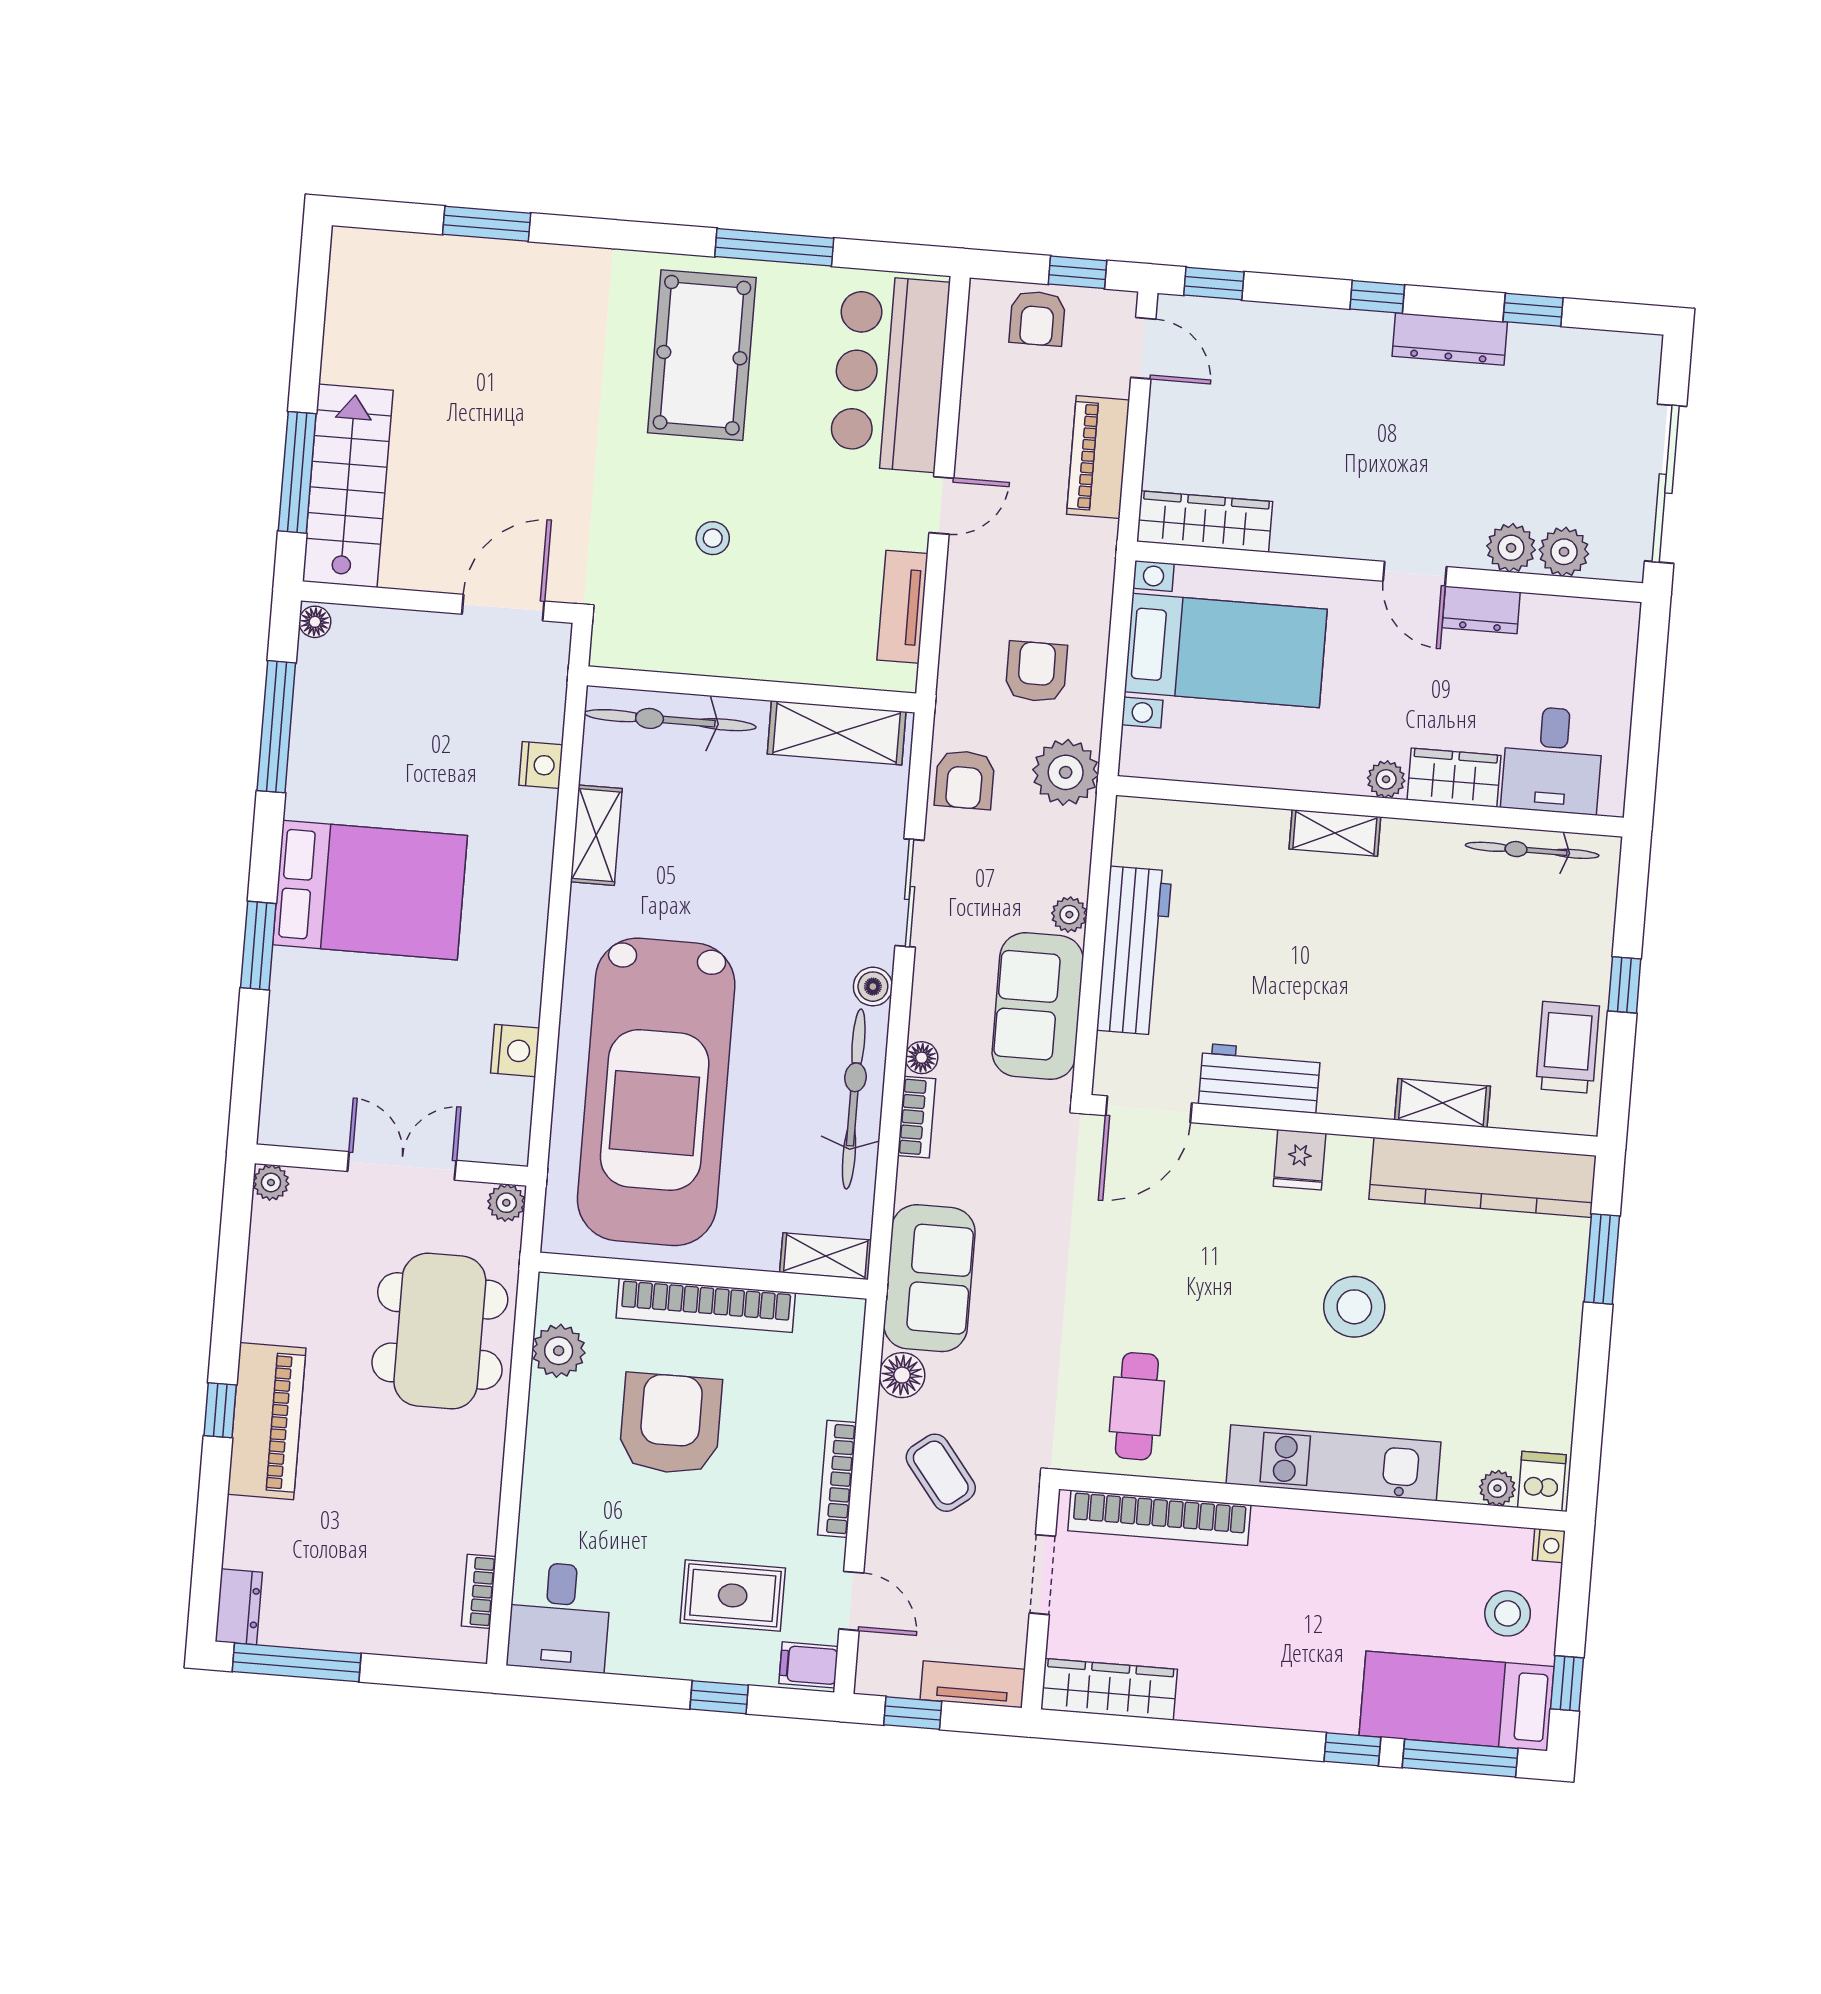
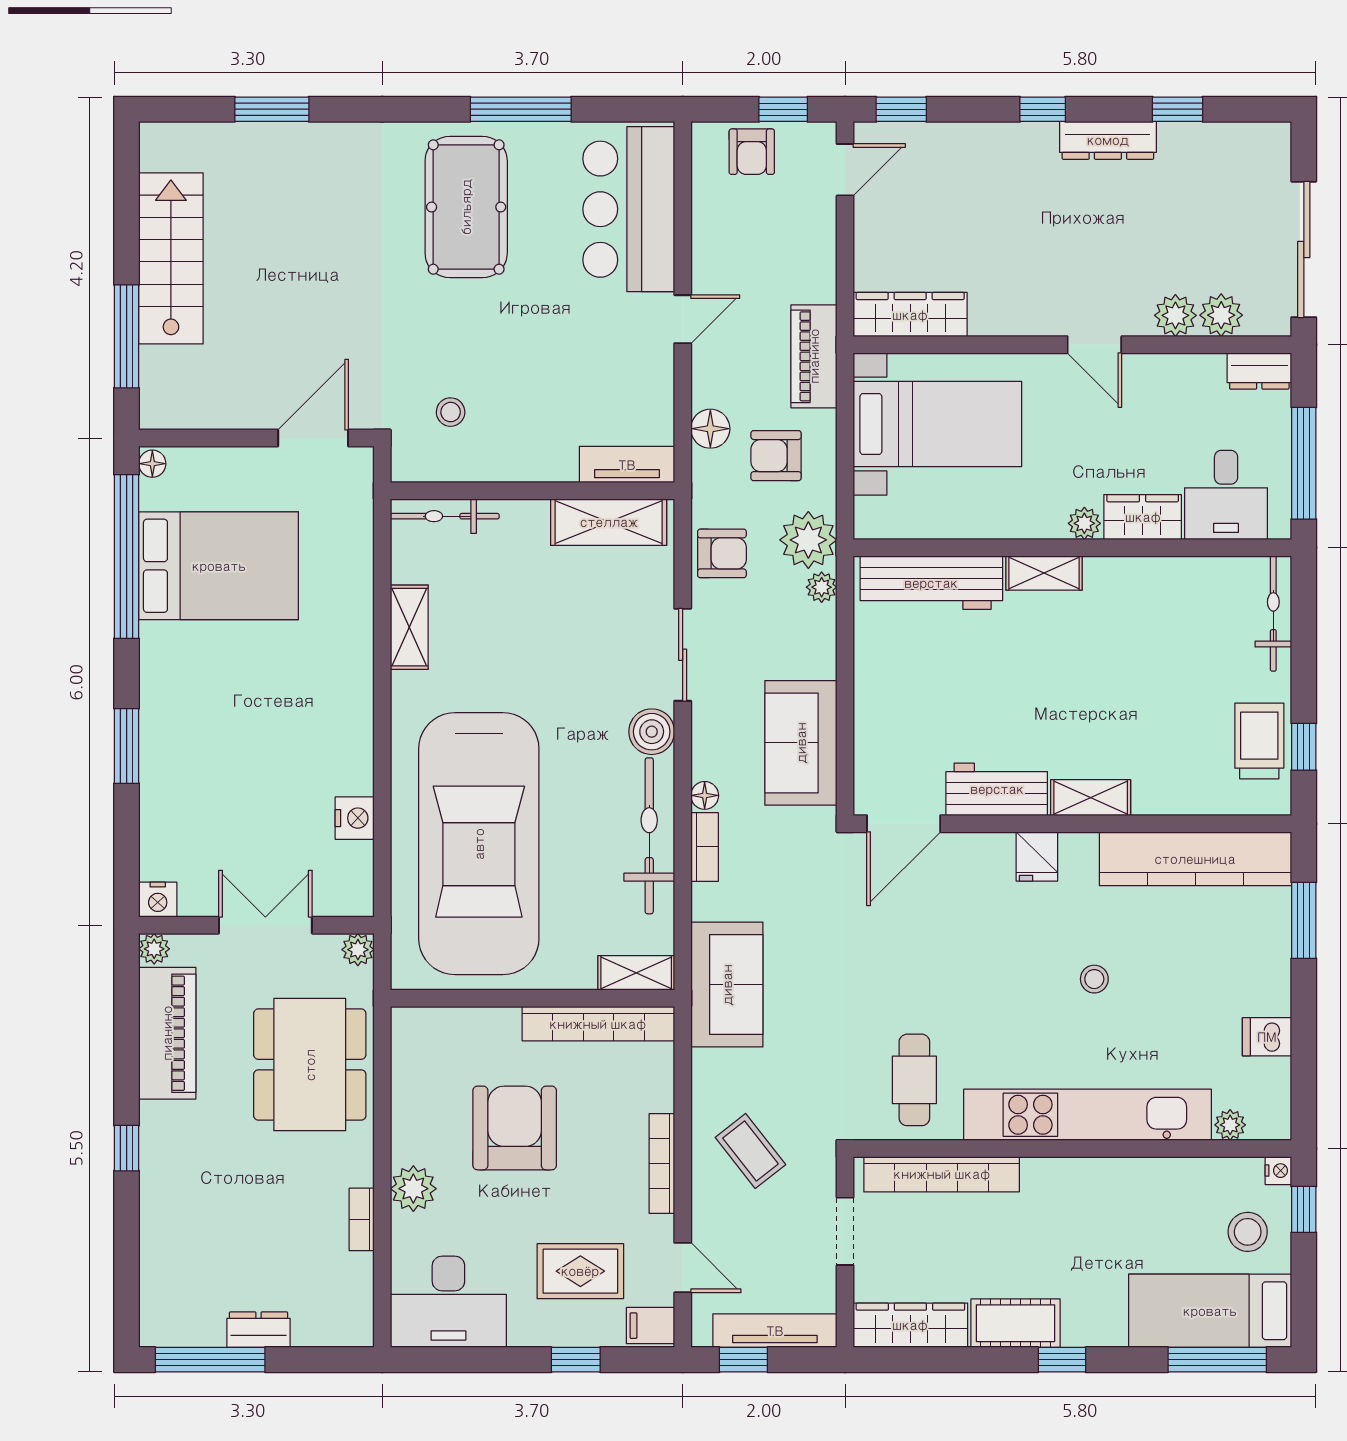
door: (1143, 348) -> (845, 170), hinge flipped
piano: (1098, 457) -> (814, 356), moved
stairs: (348, 486) -> (171, 258), moved
stool: (713, 538) -> (451, 412), moved
tv unit: (902, 607) -> (627, 465), moved, turned 90
dresser: (1481, 610) -> (1259, 371), moved
armchair: (1036, 672) -> (776, 456), turned -90
bicycle: (670, 720) -> (445, 516), width x0.73, depth x0.71
window: (276, 727) -> (127, 556), width x1.46
window: (1645, 731) -> (1304, 463), added
nightstand: (541, 765) -> (158, 900), moved, turned 90
armchair: (965, 780) -> (722, 553), turned -90
bicycle: (1532, 850) -> (1273, 613), moved, turned 90
bed: (370, 890) -> (219, 566), moved
plant: (1069, 915) -> (822, 587), moved
workbench: (1134, 951) -> (931, 583), moved, turned 90
window: (1624, 985) -> (1304, 747), moved
boiler: (873, 987) -> (652, 732), width x1.36, depth x1.36
shelving: (1442, 1103) -> (1091, 798), moved
bookcase: (706, 1305) -> (598, 1024), moved
stool: (1354, 1307) -> (1094, 979), width x0.53, depth x0.53
plant: (559, 1351) -> (413, 1189), moved
floor lamp: (902, 1375) -> (710, 429), moved
piano: (267, 1421) -> (167, 1033), moved
kitchen unit: (1334, 1463) -> (1087, 1115), width x1.36
dishwasher: (1542, 1481) -> (1267, 1037), moved, turned -90
bookcase: (479, 1591) -> (362, 1219), moved
dresser: (239, 1607) -> (259, 1330), moved, turned -90
desk: (559, 1617) -> (448, 1302), width x1.37
window: (1567, 1683) -> (1304, 1209), moved
tv unit: (973, 1684) -> (775, 1331), width x1.41
cot: (1231, 1697) -> (1015, 1323), added
window: (1352, 1749) -> (1062, 1360), moved

